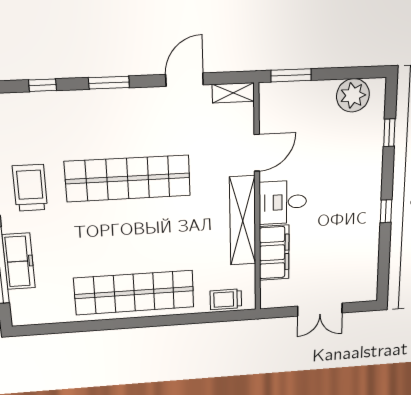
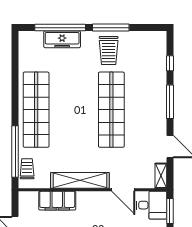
window: (109, 83) -> (170, 102), width x1.44
trolley: (30, 188) -> (109, 51), turned 90
desk: (283, 202) -> (151, 205), moved, turned 90
window: (200, 318) -> (15, 152), added

